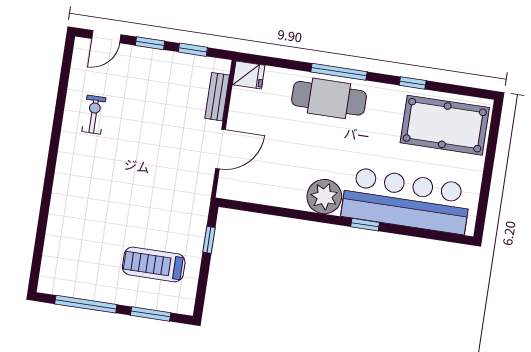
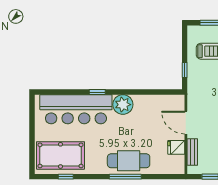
fridge: (249, 75) -> (176, 147), moved
window: (413, 83) -> (66, 177), moved
door: (220, 149) -> (186, 123), hinge flipped

